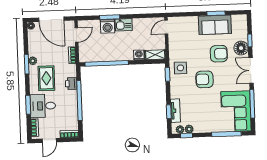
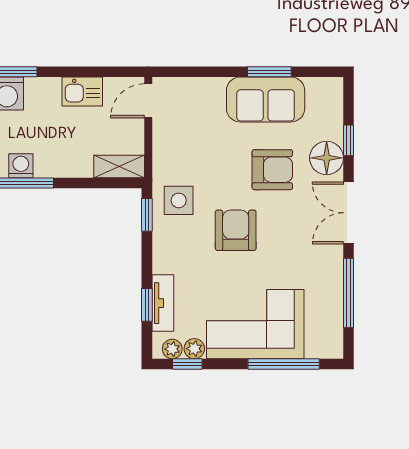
kitchen sink: (124, 25) -> (82, 92), moved
washing machine: (139, 55) -> (21, 166), moved
armchair: (204, 79) -> (236, 230), turned 90
corner sofa: (236, 111) -> (255, 324), moved, turned 90

